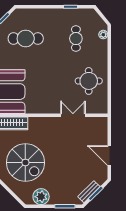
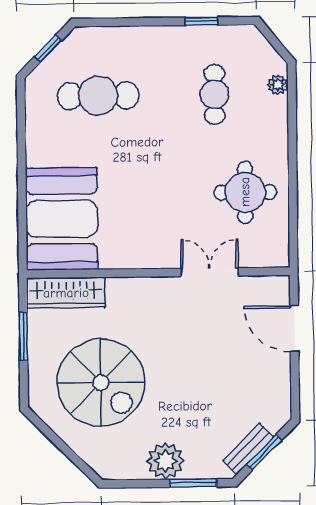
door: (109, 156) -> (294, 329), moved
plant: (41, 197) -> (166, 461), moved

